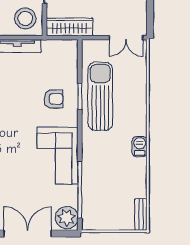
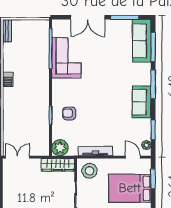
sun lounger: (100, 96) -> (36, 115), removed
corner sofa: (58, 156) -> (66, 58), moved
plant: (67, 218) -> (60, 148), moved

